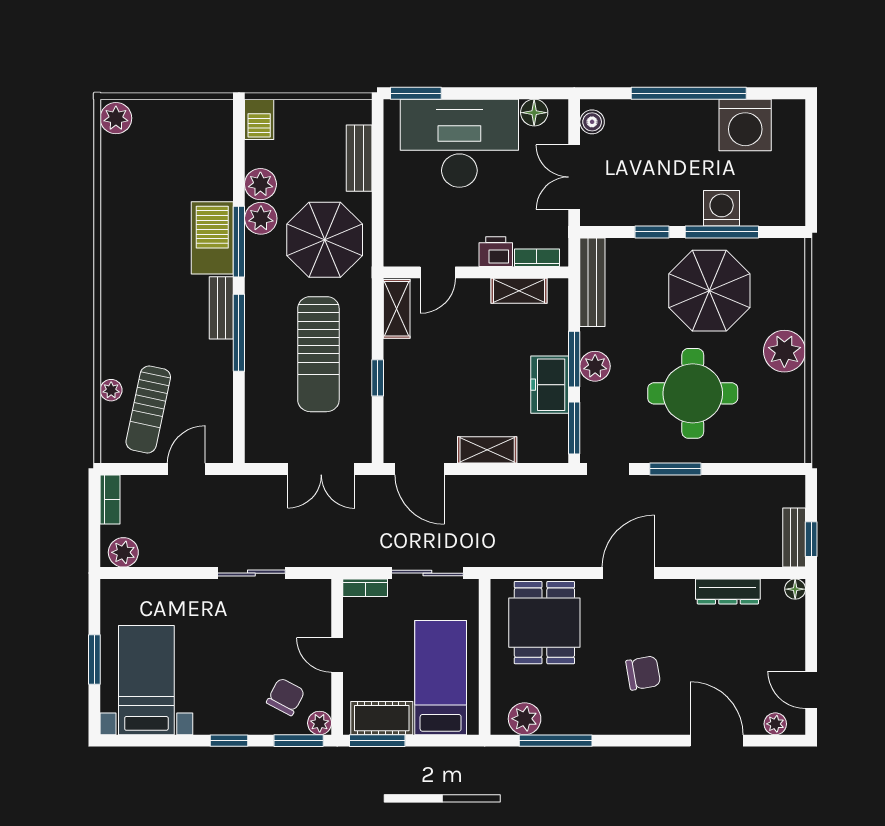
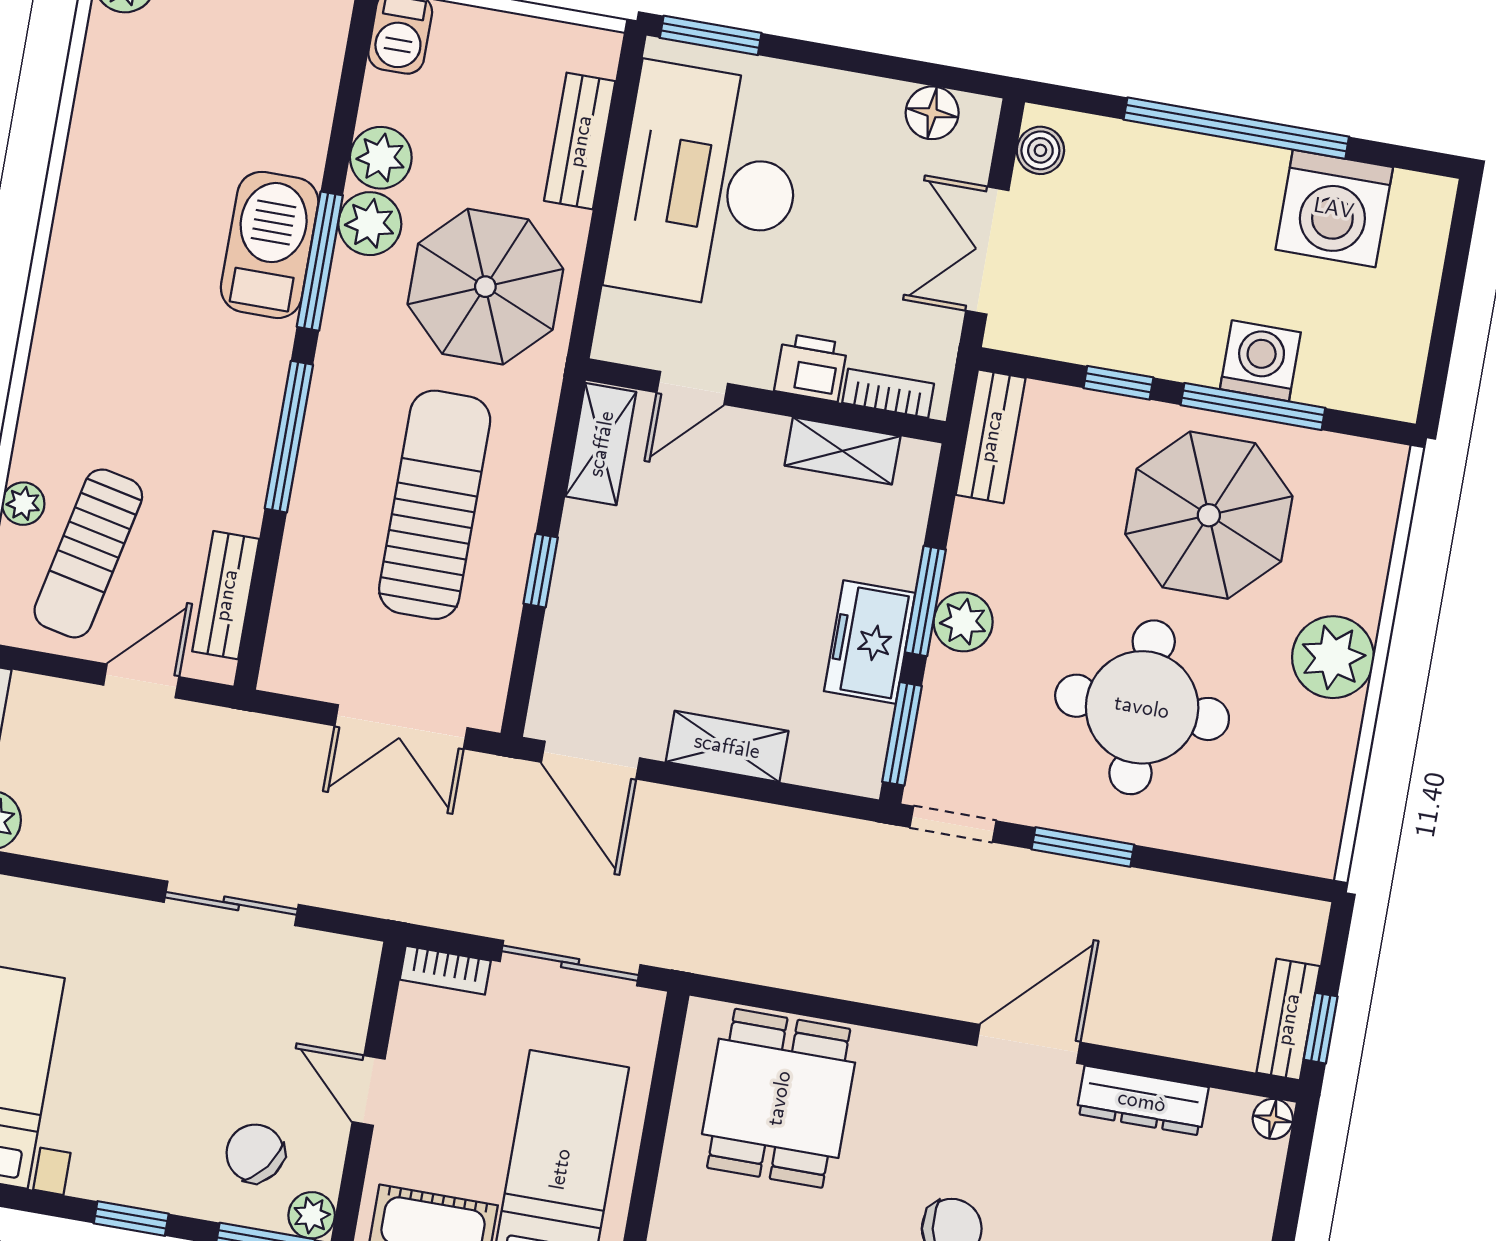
desk: (459, 143) -> (707, 187), moved, turned -90
bench: (592, 282) -> (991, 436), width x0.73
bench: (221, 308) -> (226, 595), moved
sun lounger: (318, 354) -> (435, 505), turned 180
door: (628, 573) -> (1028, 1044), moved
chair: (286, 697) -> (255, 1153), turned -81

